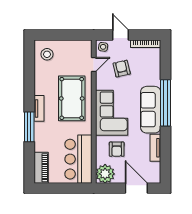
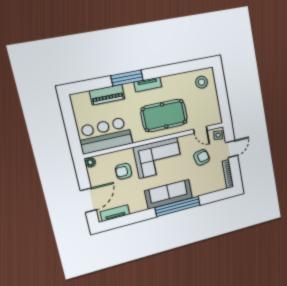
tv unit: (155, 148) -> (115, 213), moved
piano: (41, 168) -> (107, 95), moved
plant: (105, 174) -> (90, 162), width x0.53, depth x0.53

